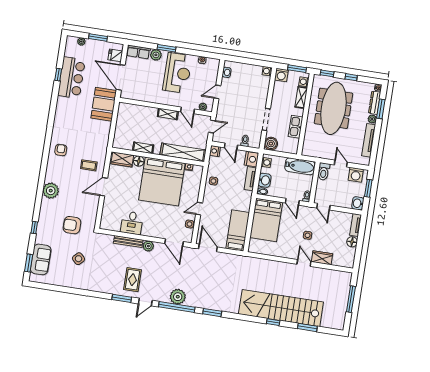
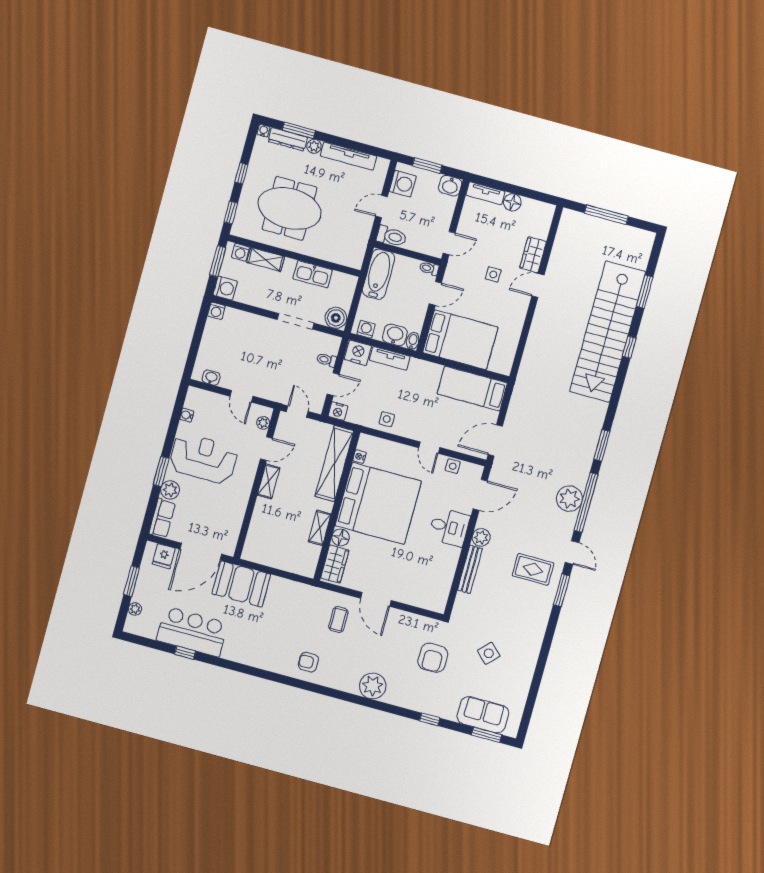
meeting table: (333, 108) -> (289, 208), width x0.73
desk: (132, 223) -> (449, 527), moved

